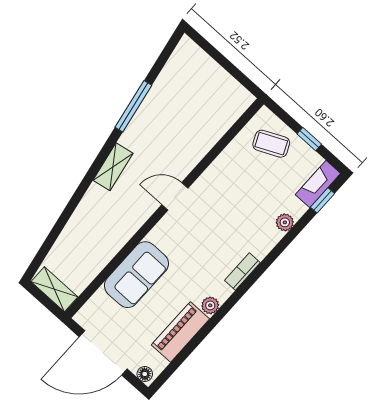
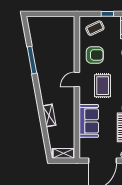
shelving: (113, 167) -> (49, 115), moved
armchair: (235, 184) -> (95, 55), added
rug: (205, 240) -> (103, 86), added

